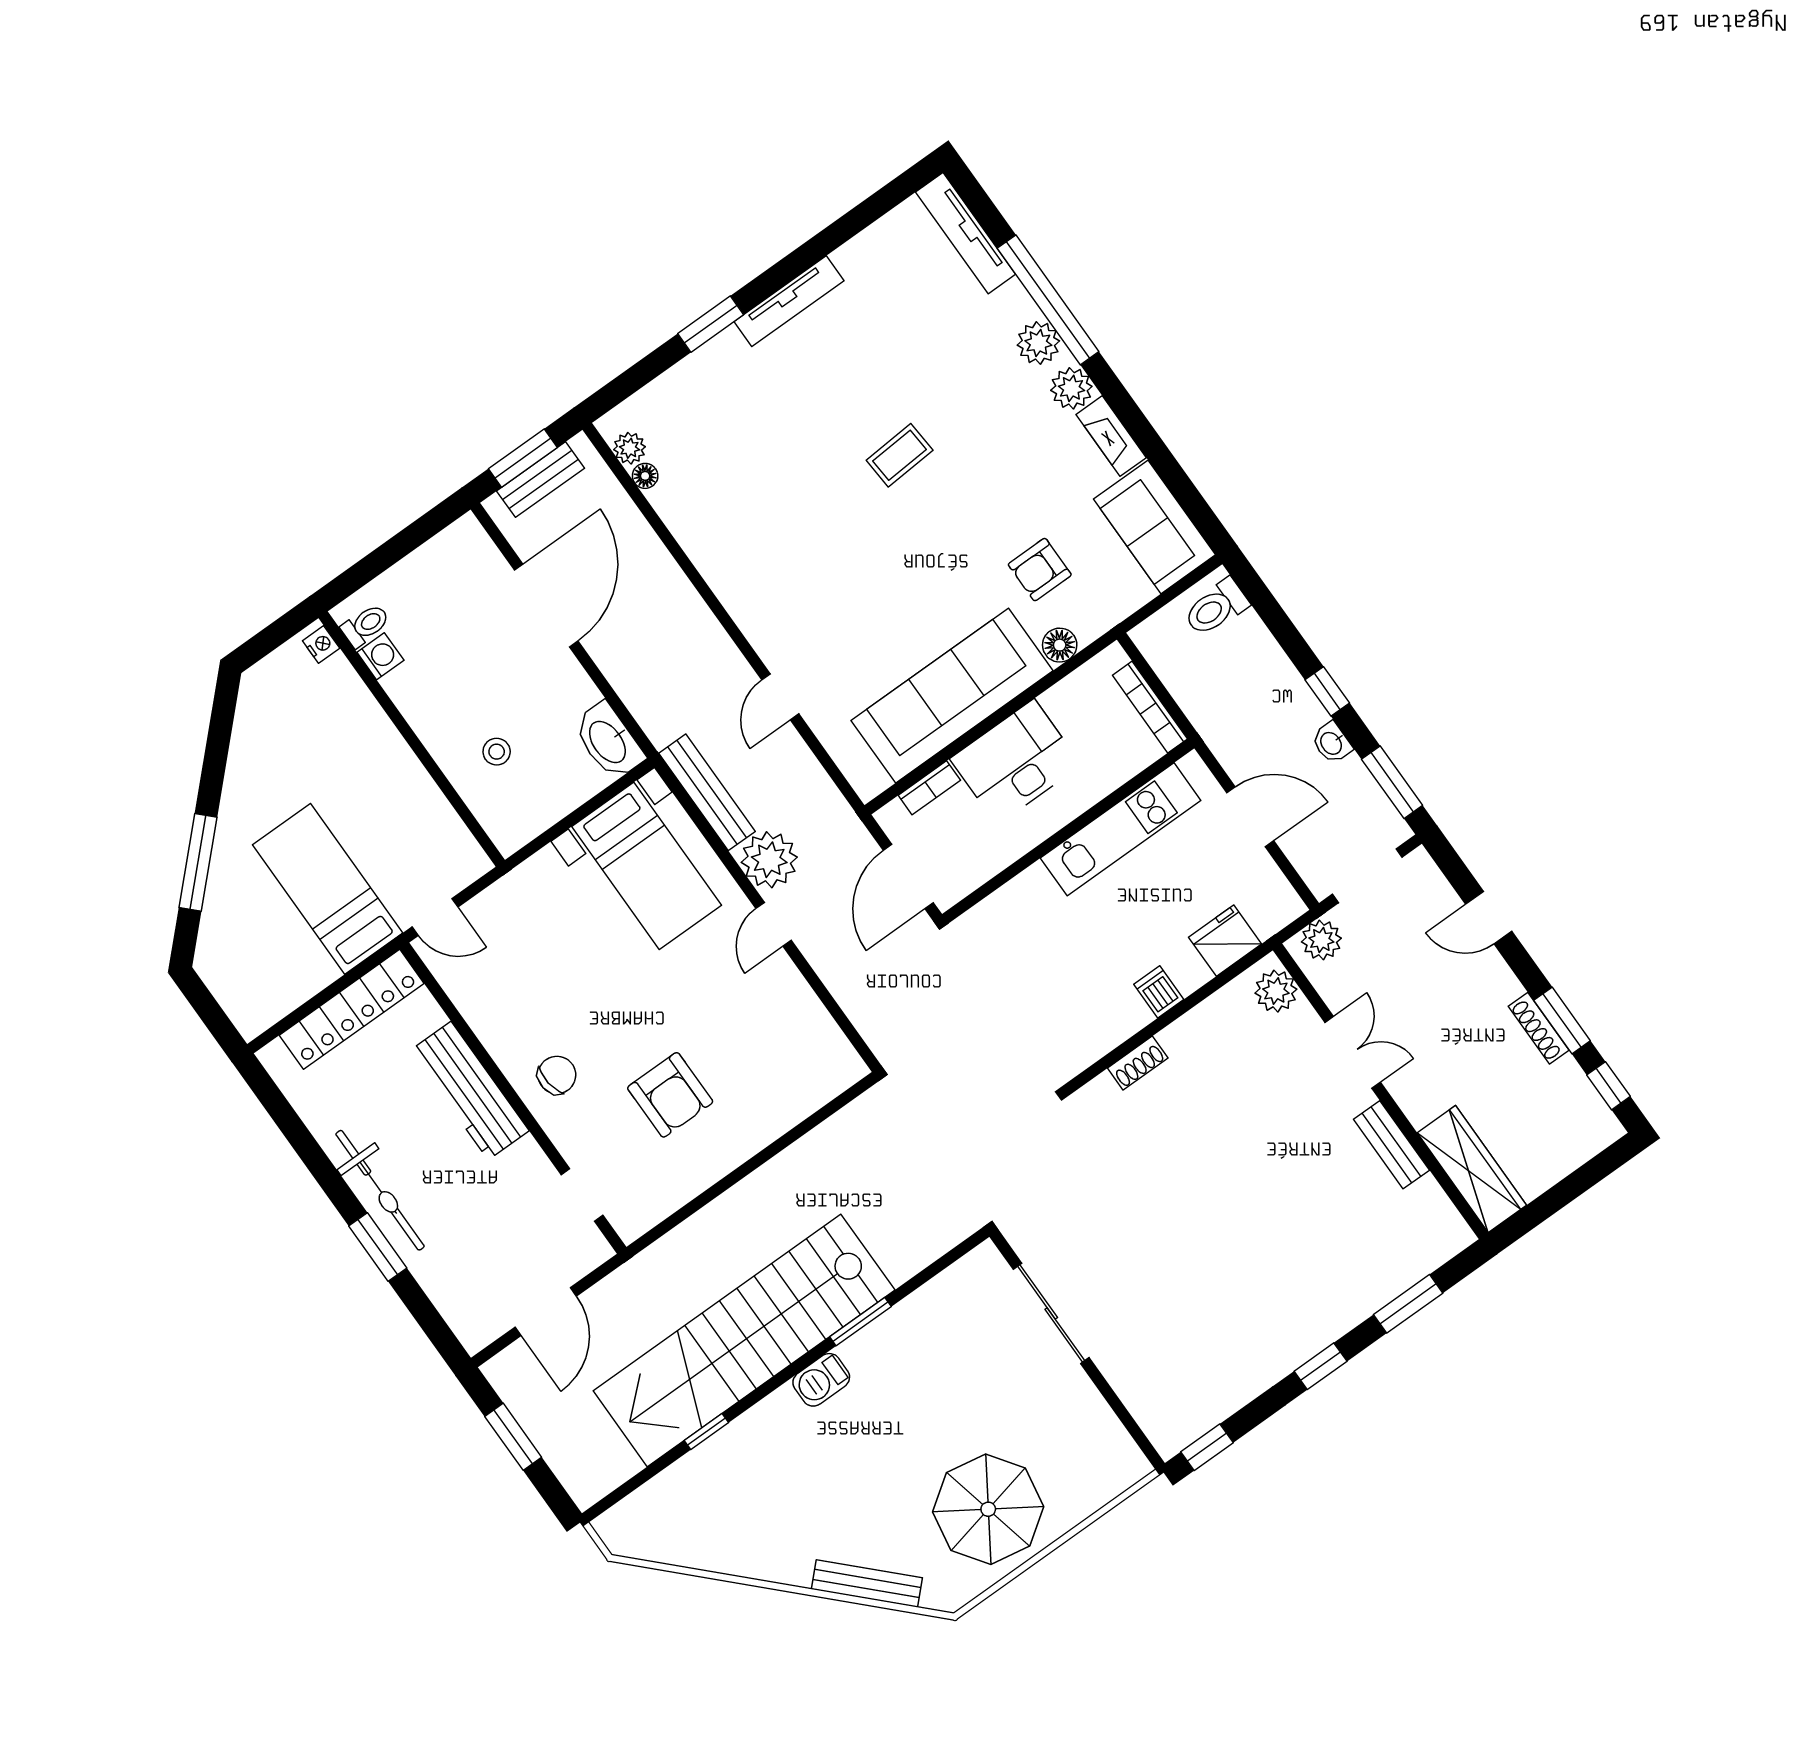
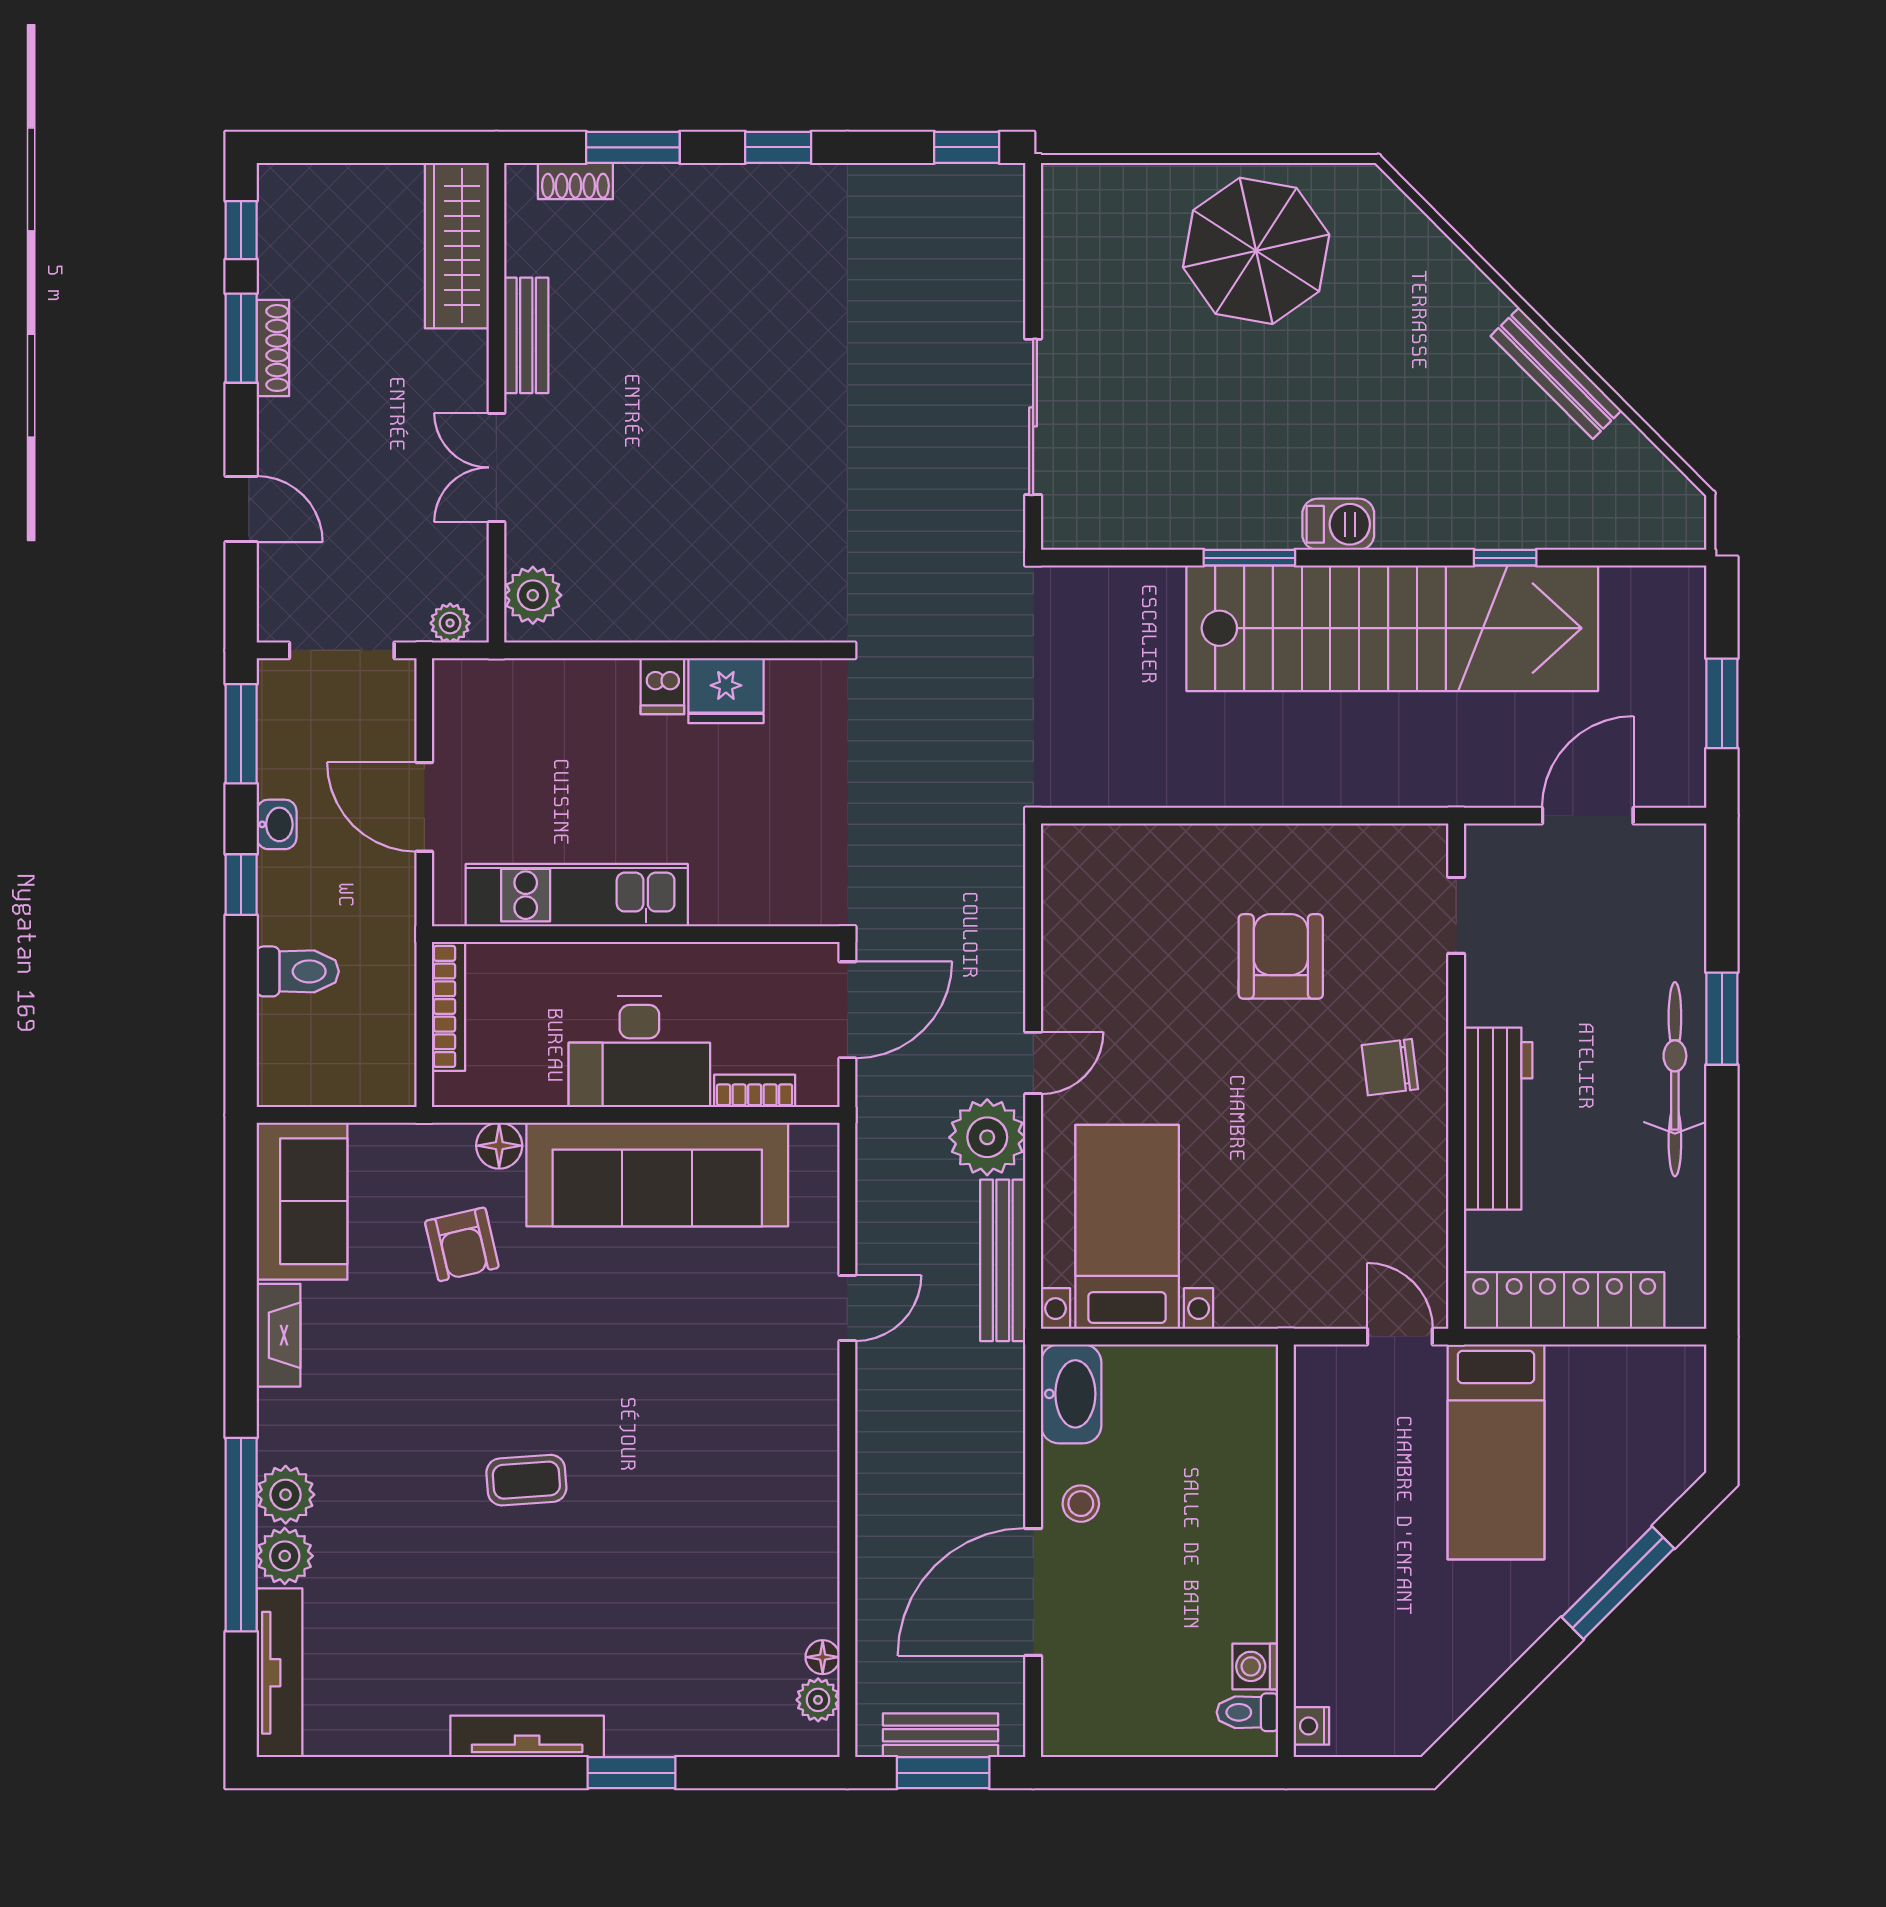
plant: (1071, 388) -> (285, 1556), moved
armchair: (1040, 570) -> (462, 1244), turned 77
toilet: (1216, 608) -> (298, 971), moved
stool: (497, 752) -> (1081, 1504), moved
plant: (1321, 940) -> (450, 623), width x0.73, depth x0.73
fridge: (1225, 941) -> (726, 691), moved
shoe rack: (1138, 1063) -> (575, 181), moved, turned 180
bench: (867, 1584) -> (1556, 373), moved

